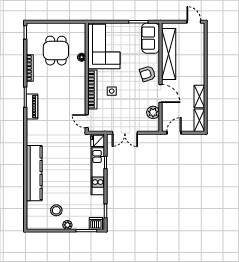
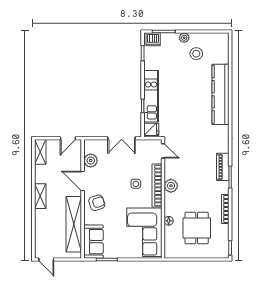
plant: (80, 89) -> (171, 186), added
shelving: (199, 97) -> (40, 196), moved
double door: (125, 133) -> (122, 138), swing flipped

